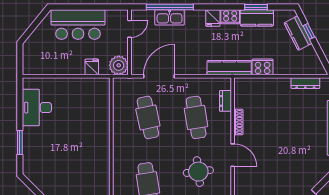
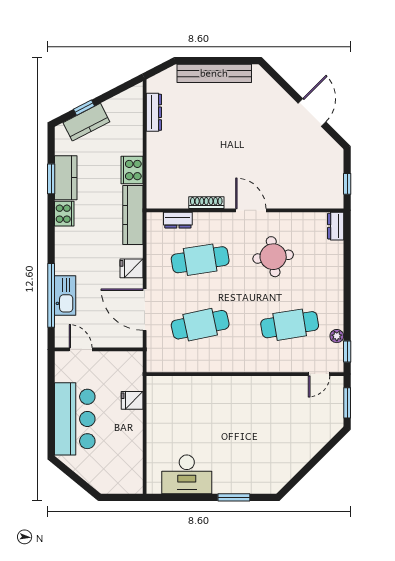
fridge: (213, 18) -> (131, 268), moved, turned 180
plant: (119, 65) -> (130, 364), removed
door: (233, 155) -> (251, 210), hinge flipped

